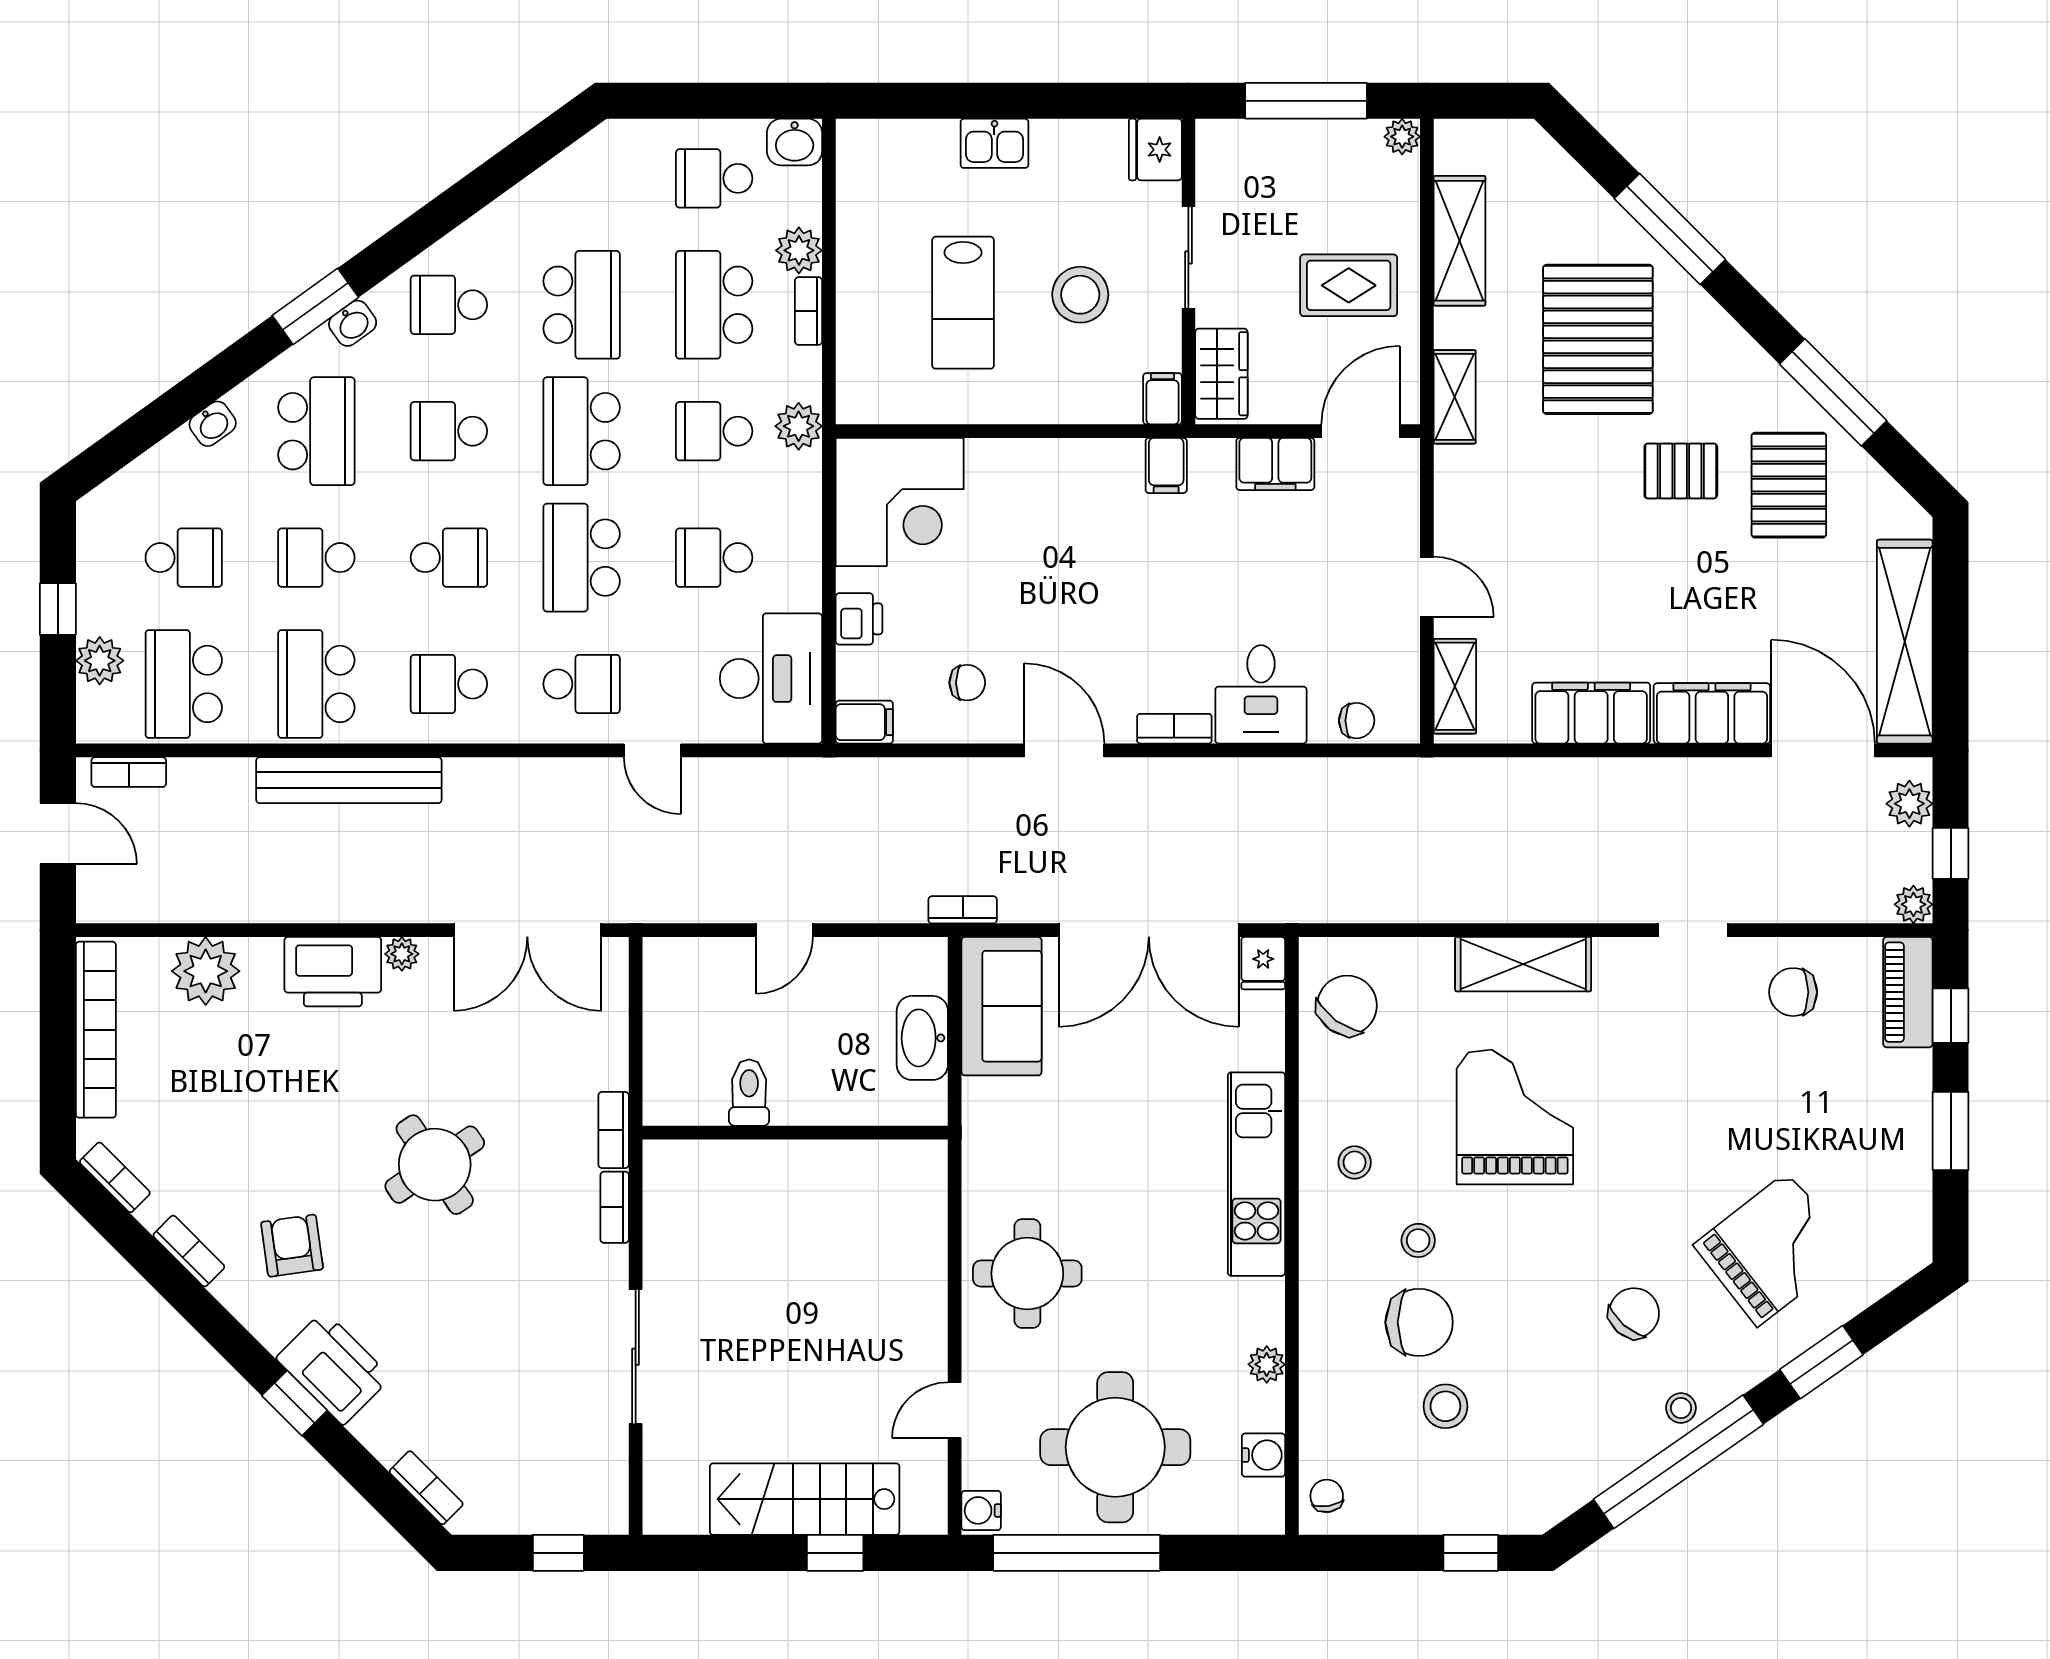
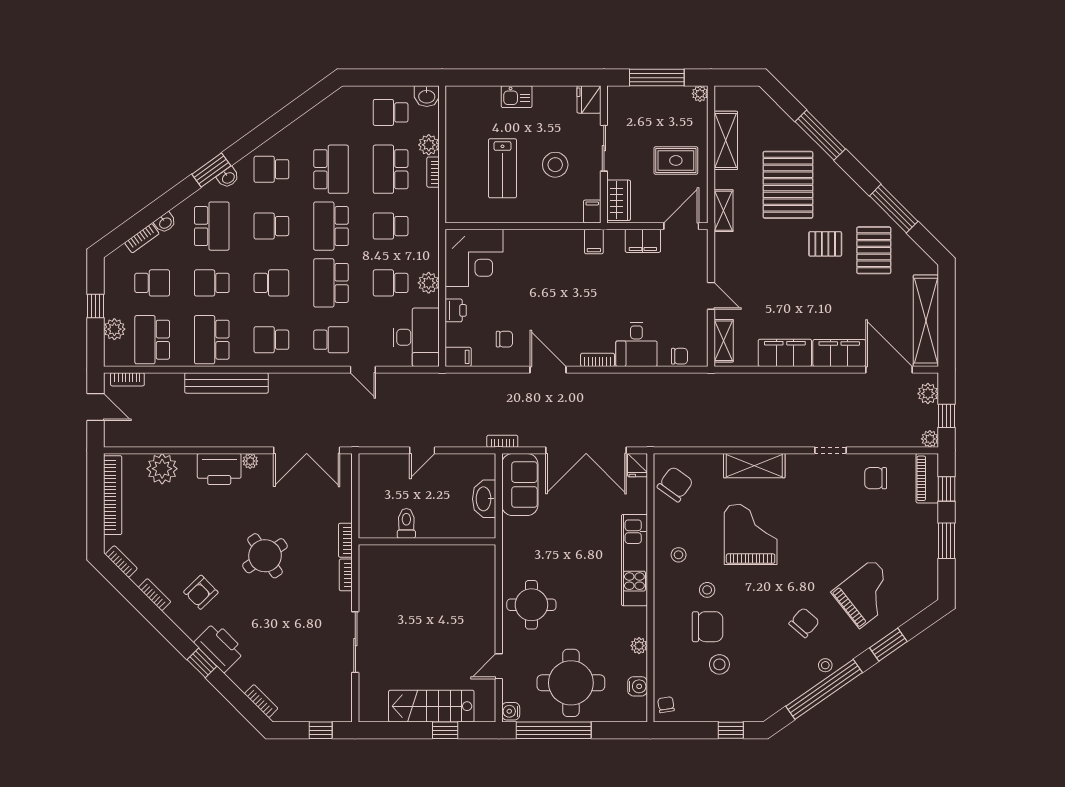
plant: (799, 426) -> (429, 283), moved
bookcase: (161, 458) -> (142, 238), added
armchair: (292, 1246) -> (201, 592), turned -126

